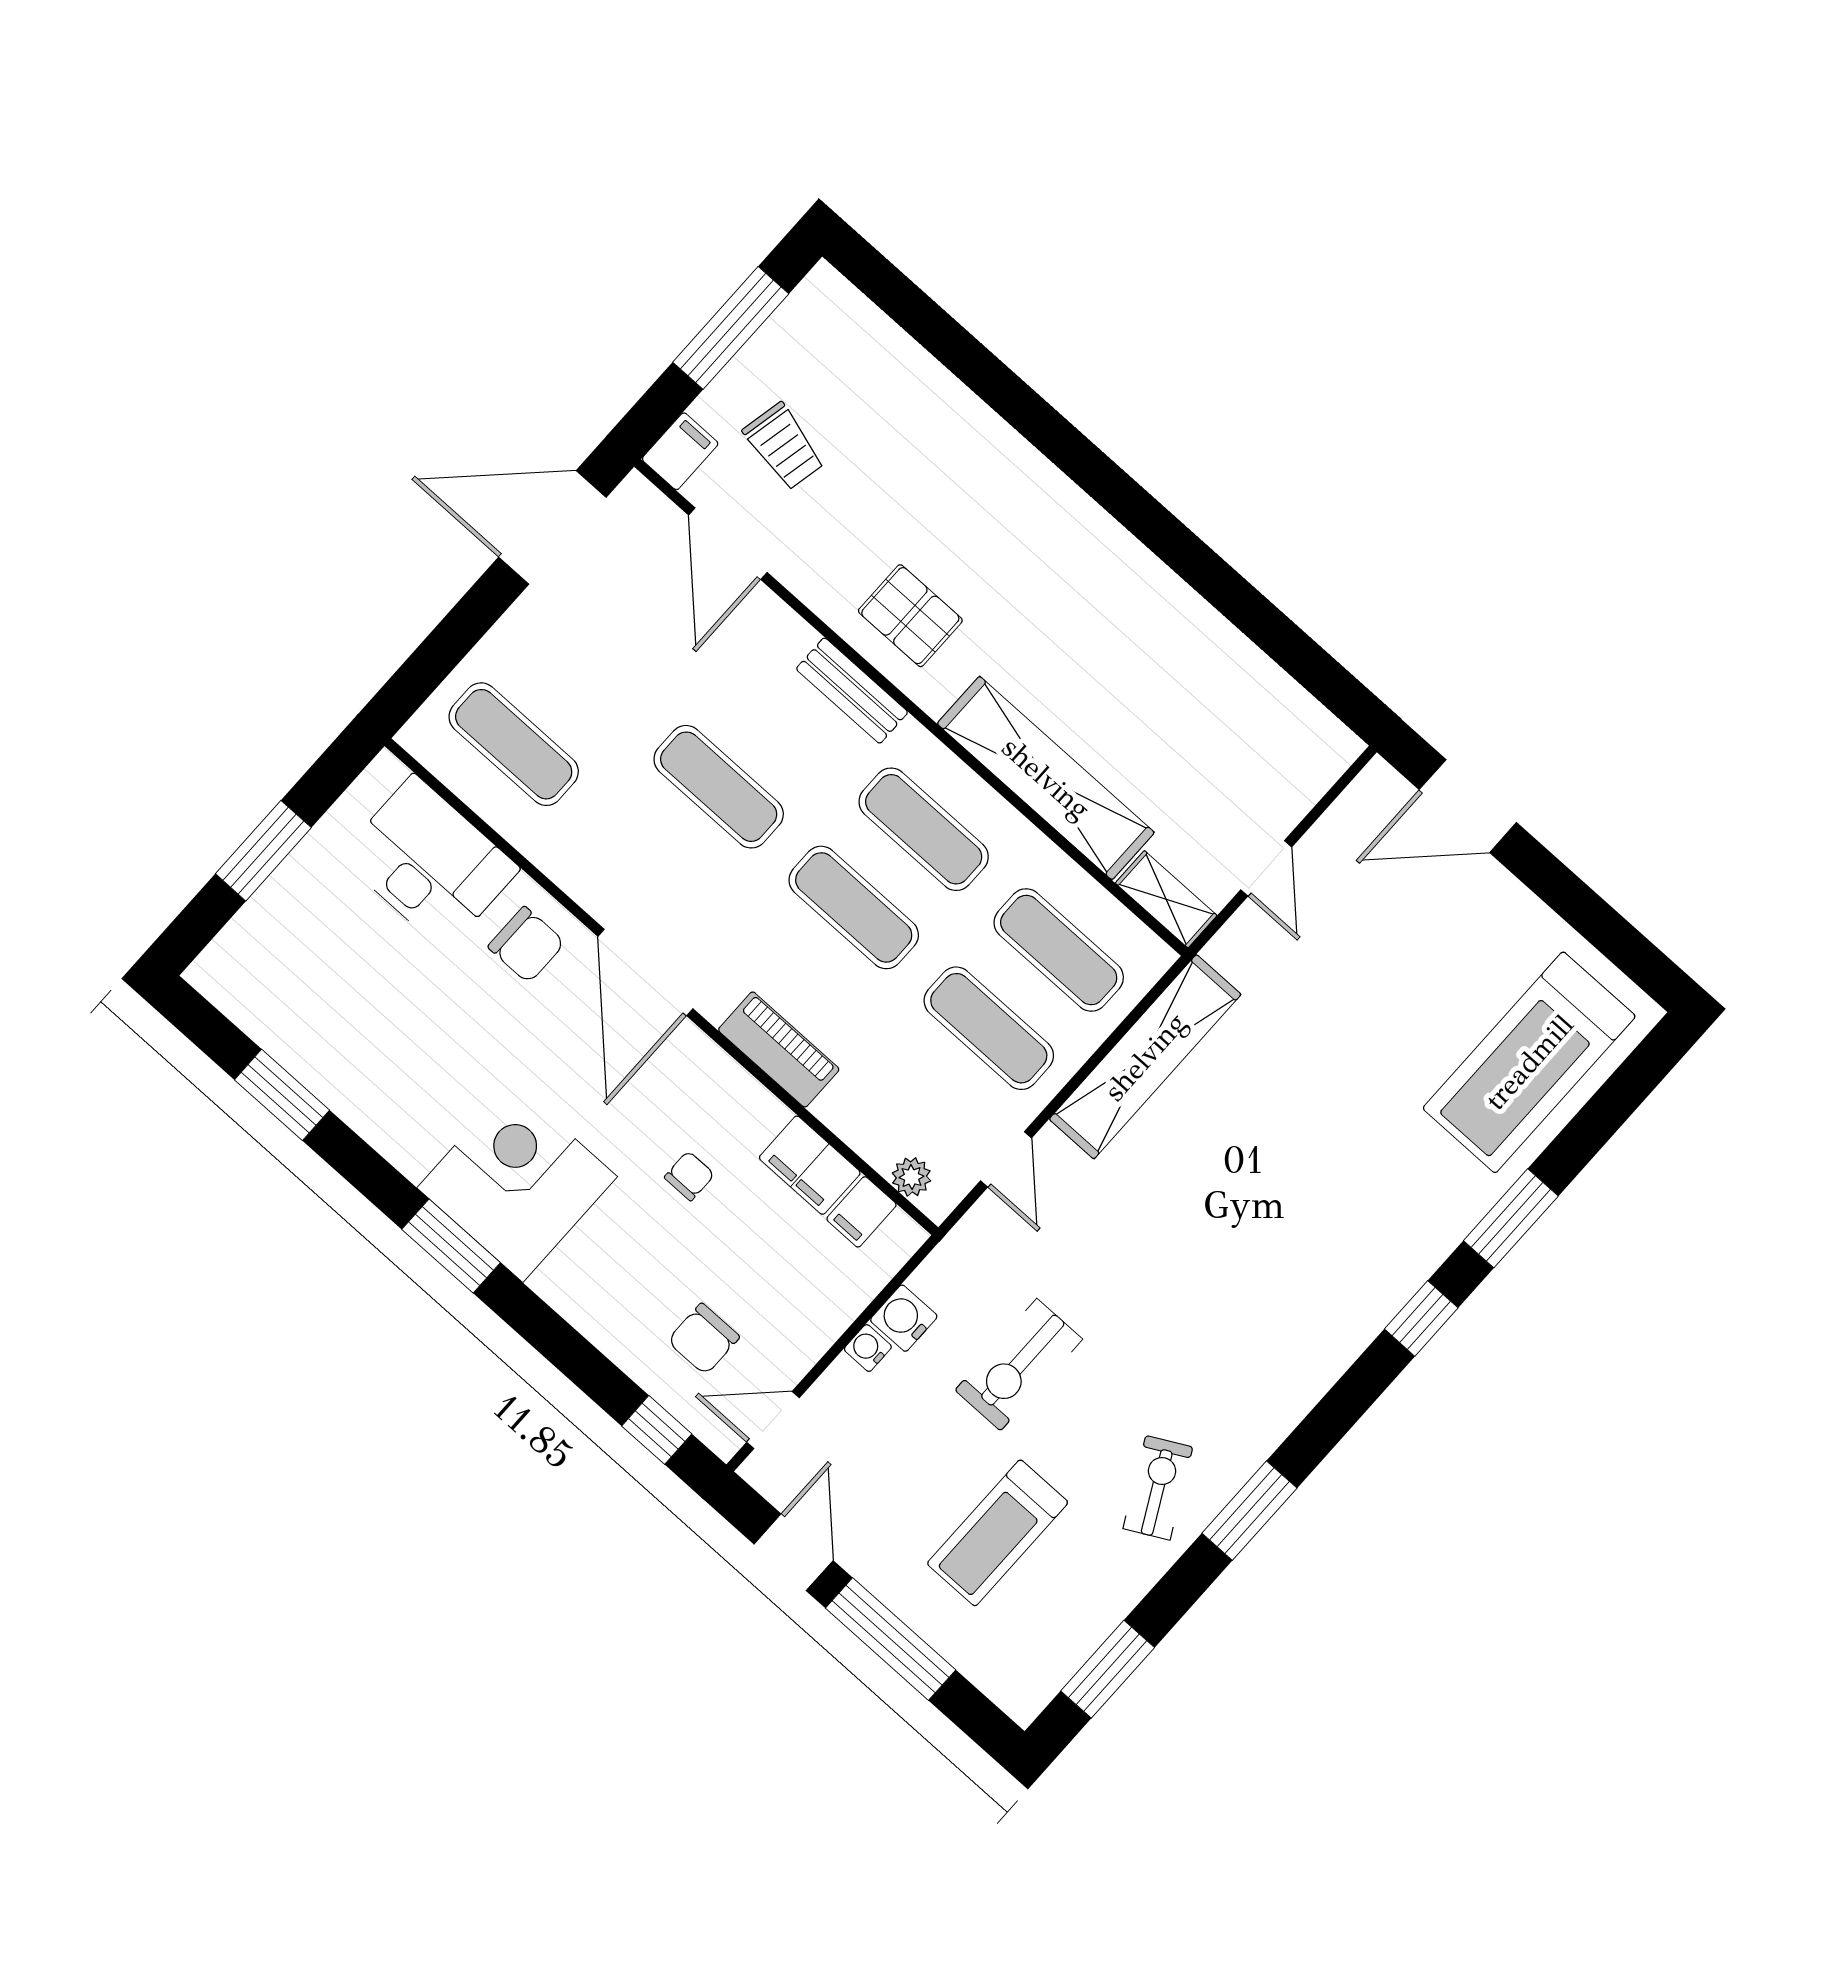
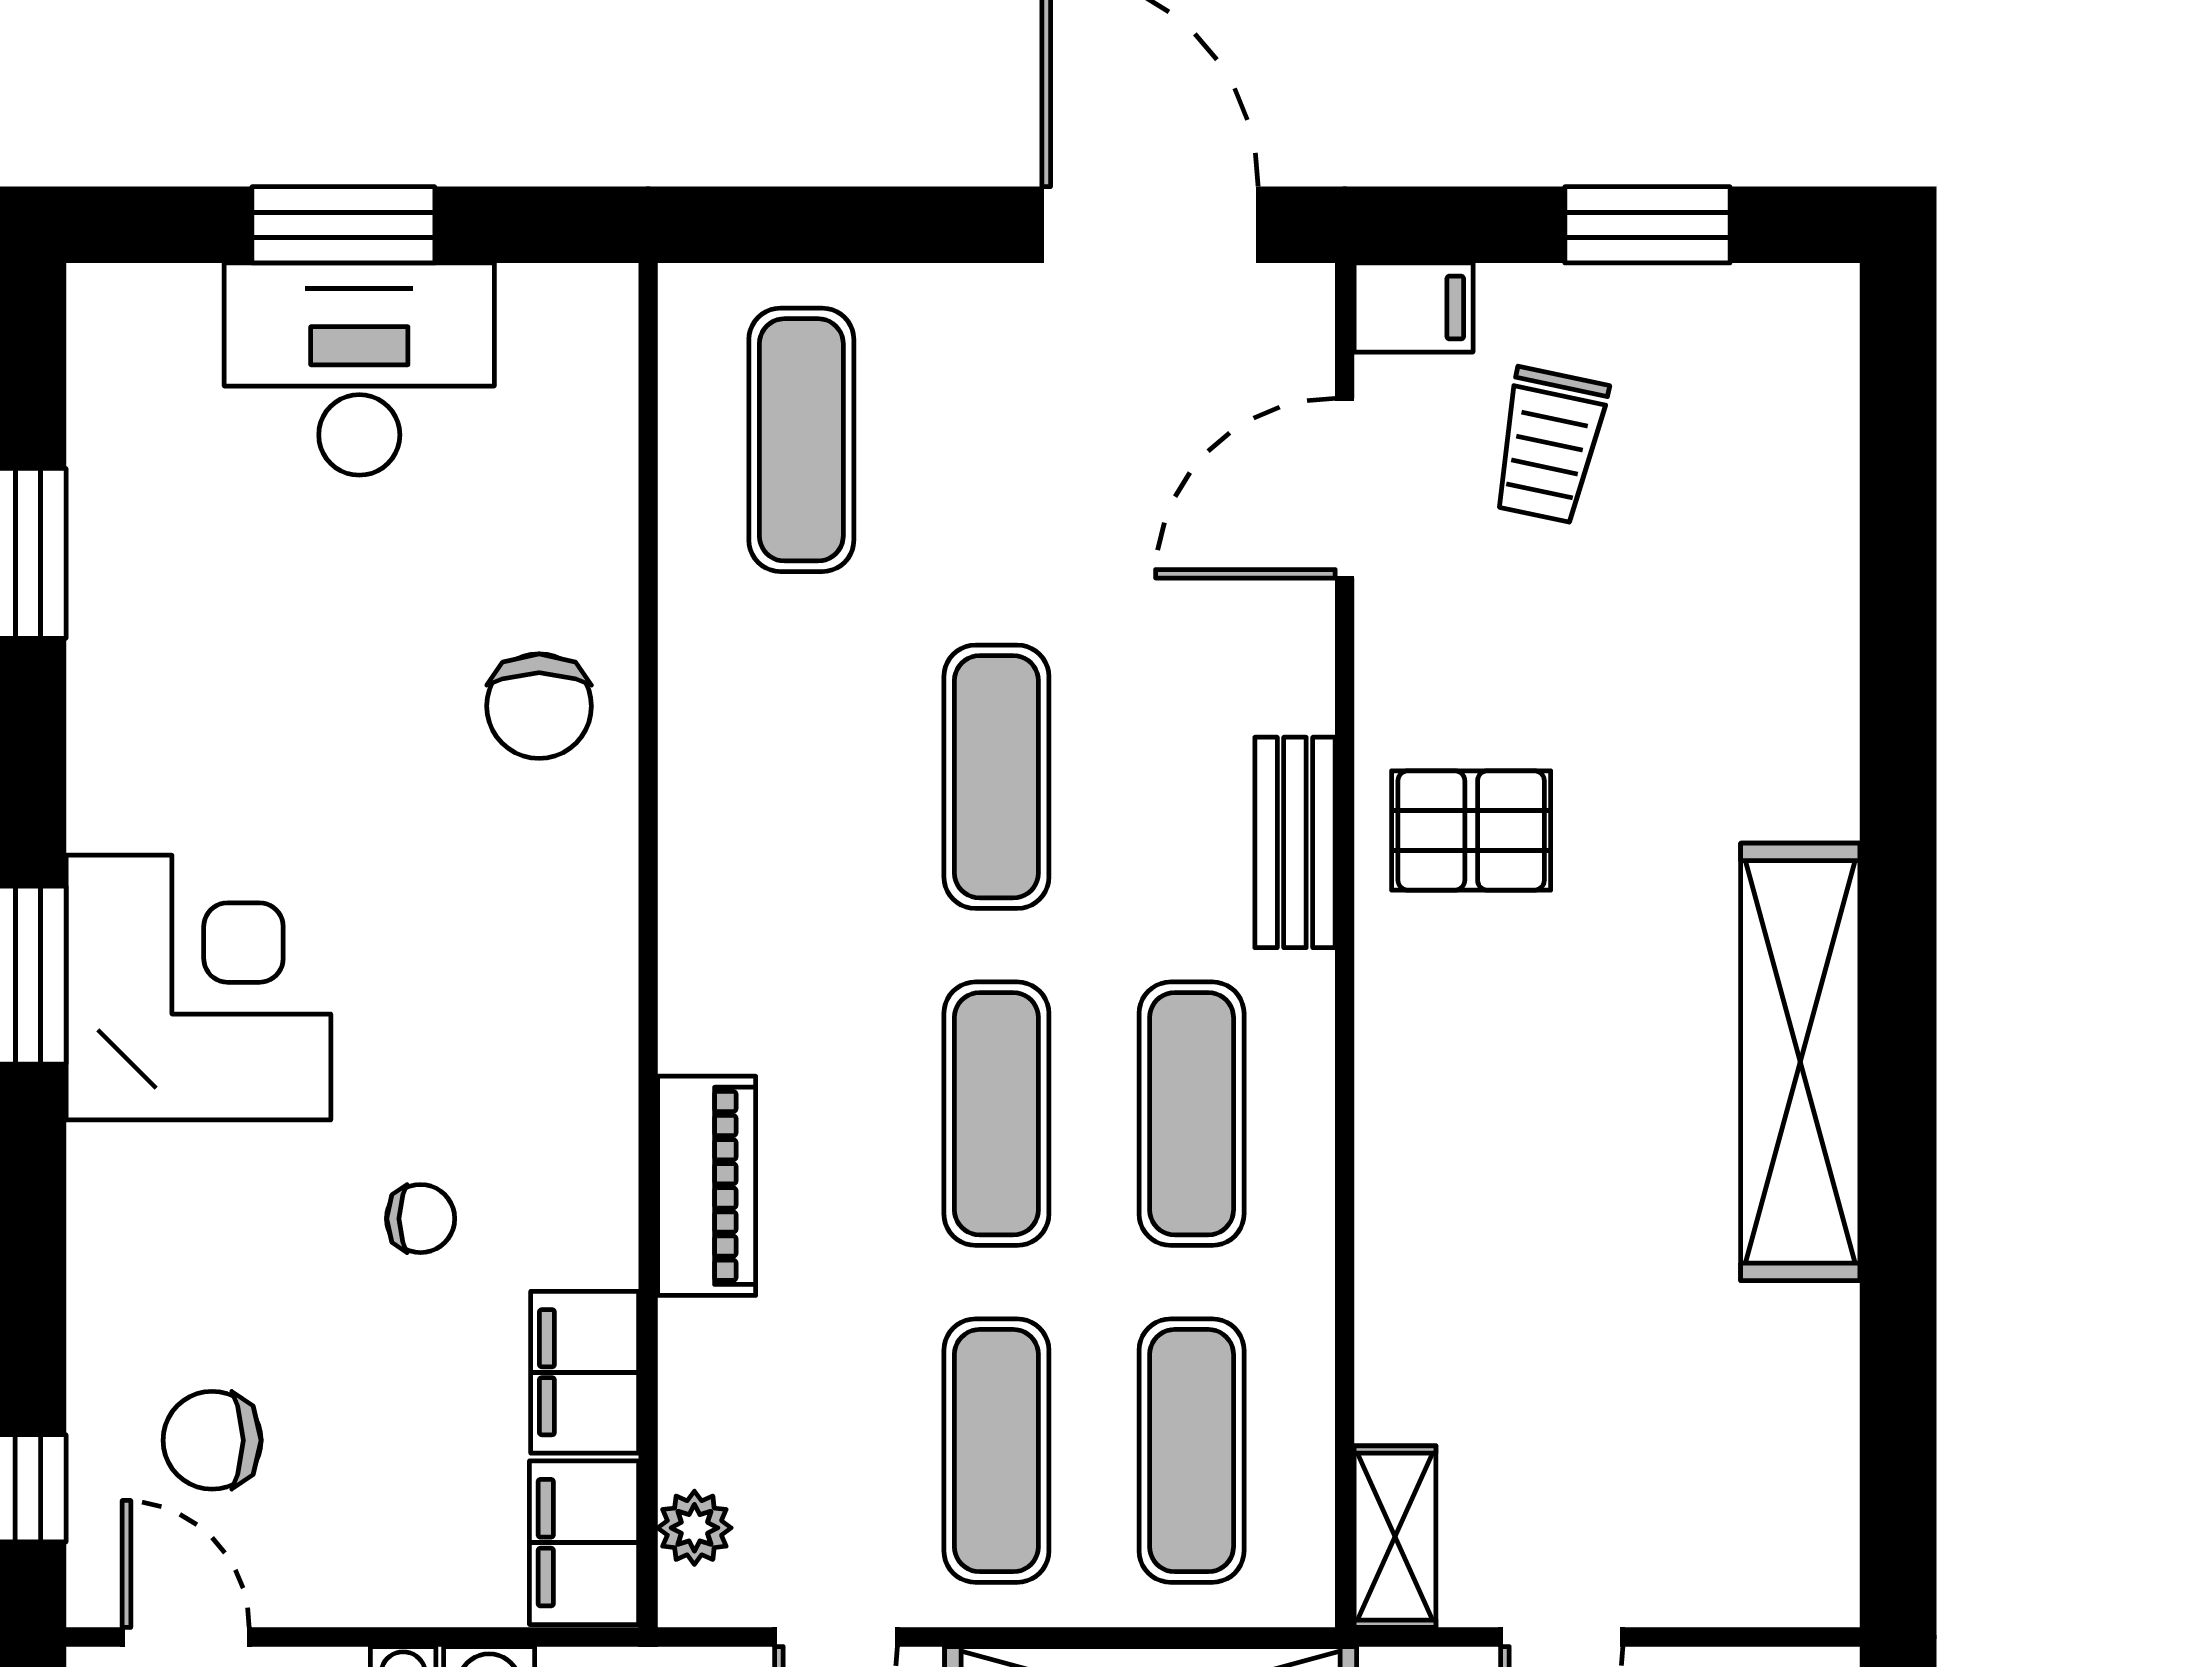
window: (731, 328) -> (1647, 225), width x0.69
pallet: (910, 616) -> (1471, 830), turned 90
shelving: (1046, 778) -> (1800, 1062), moved
desk: (429, 863) -> (359, 369), moved, turned -90
door: (645, 972) -> (648, 905), removed
filing cabinet: (861, 1212) -> (584, 1543), width x2.00

